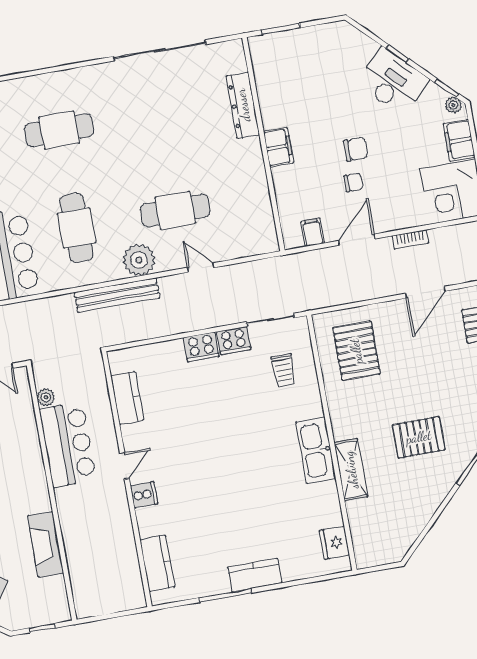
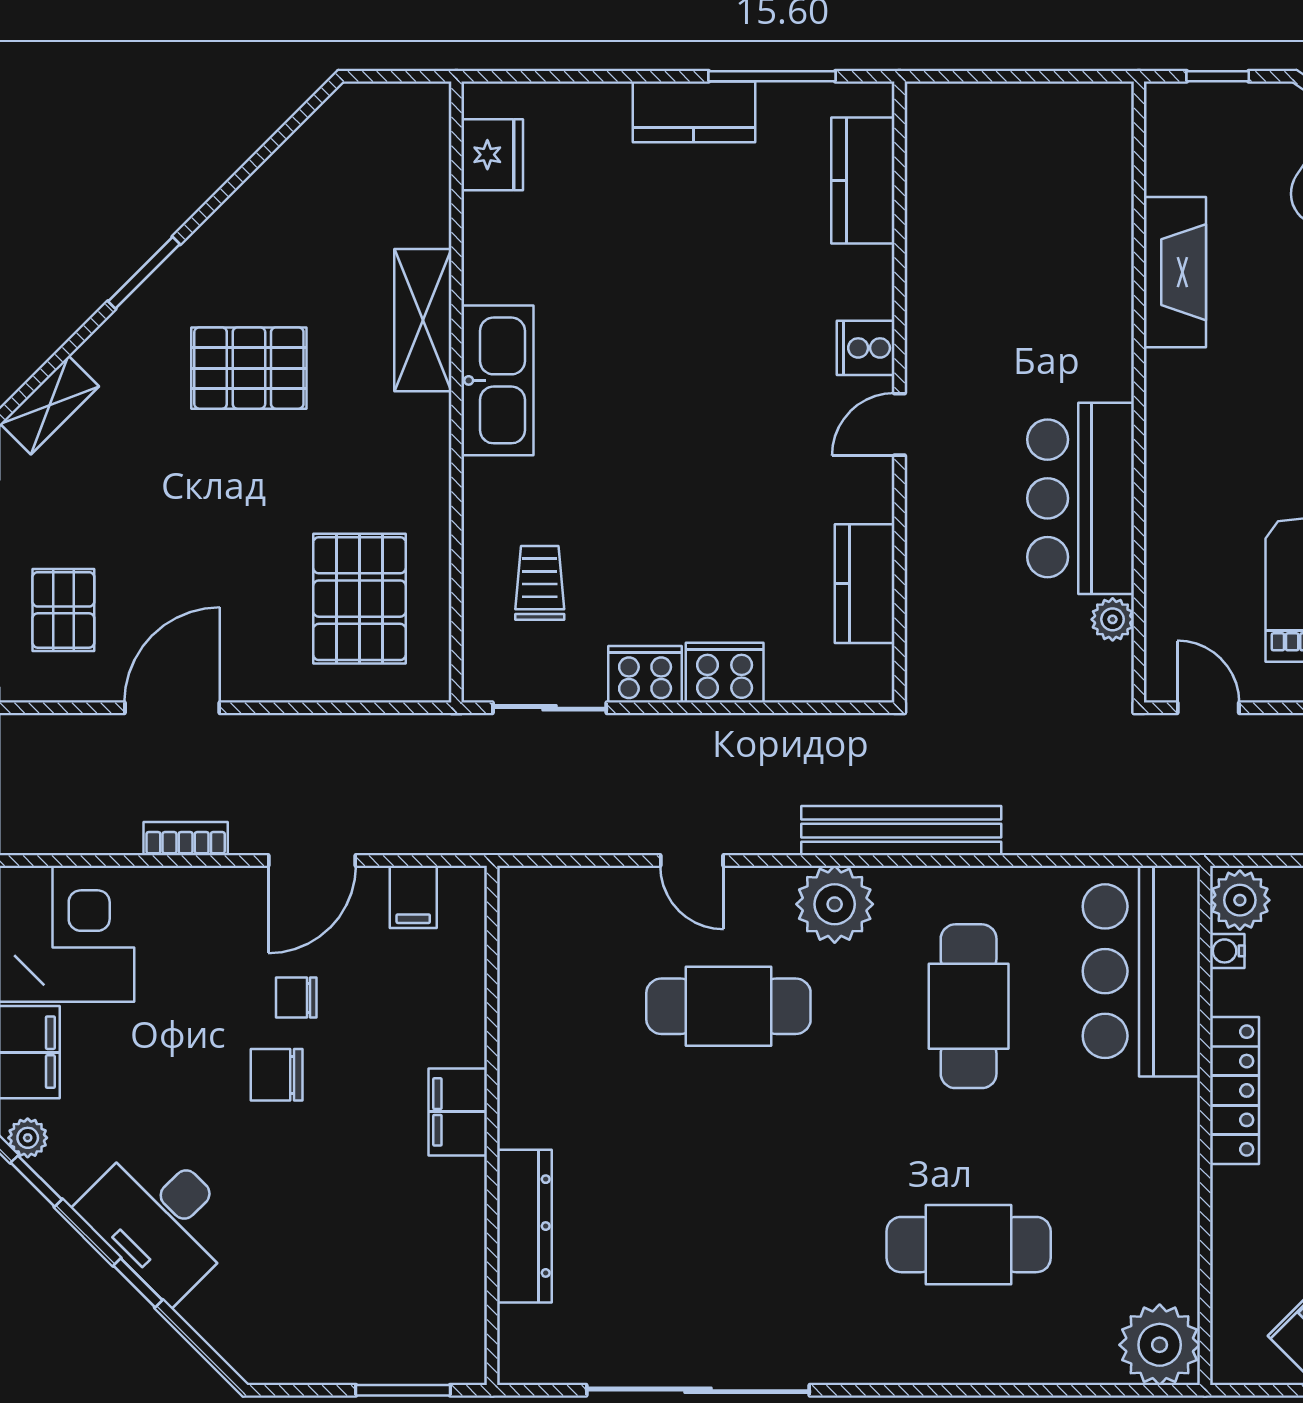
kitchen counter: (127, 398) -> (865, 584), moved
door: (124, 466) -> (899, 424), moved
wall: (127, 479) -> (899, 392), moved
cooker: (144, 495) -> (866, 348), moved
kitchen counter: (157, 563) -> (863, 181), moved

